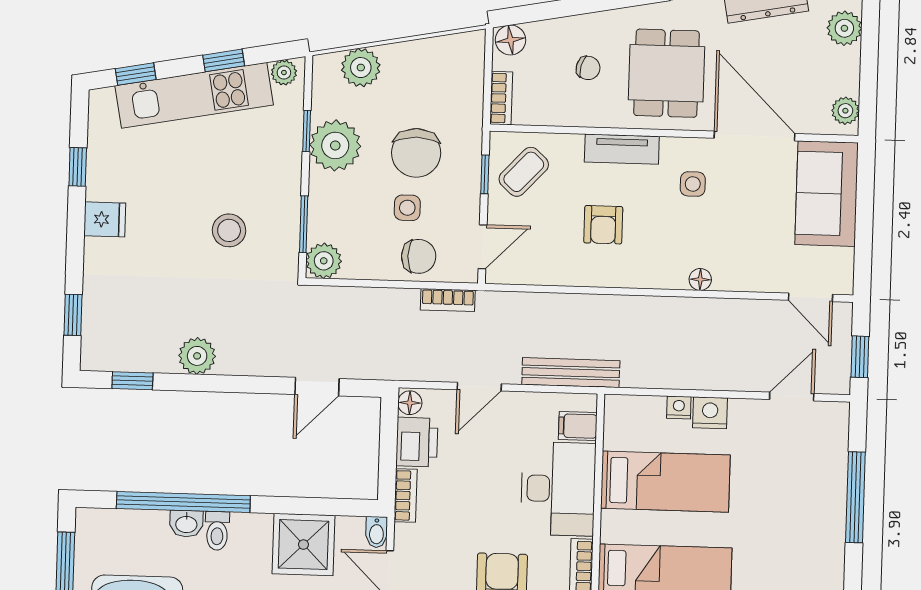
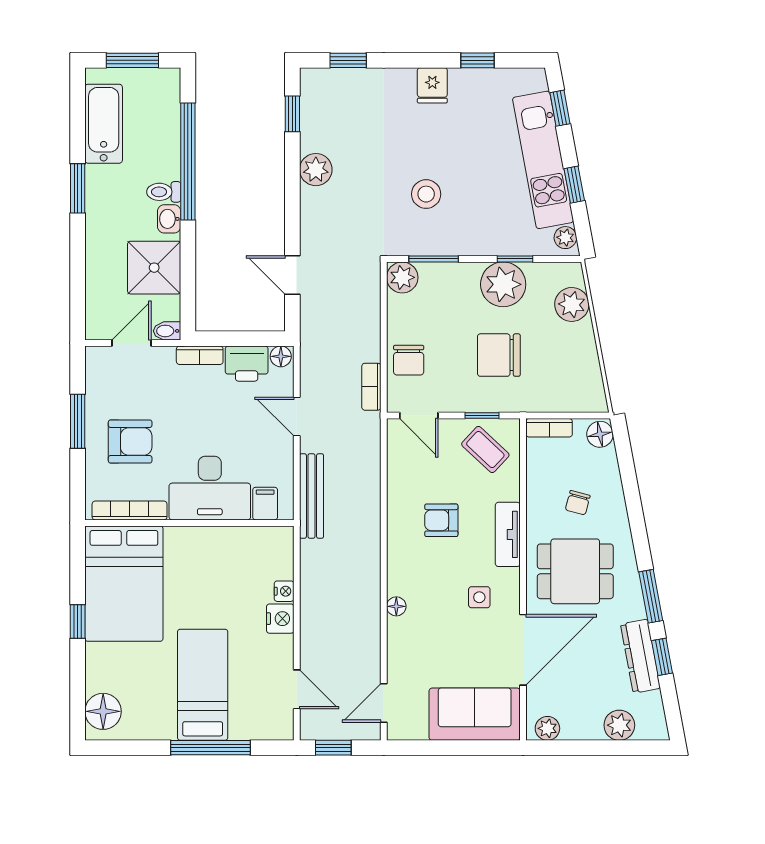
side table: (407, 208) -> (451, 349), removed
bed: (665, 482) -> (203, 685), moved, turned 180
washbasin: (186, 524) -> (169, 219), moved

